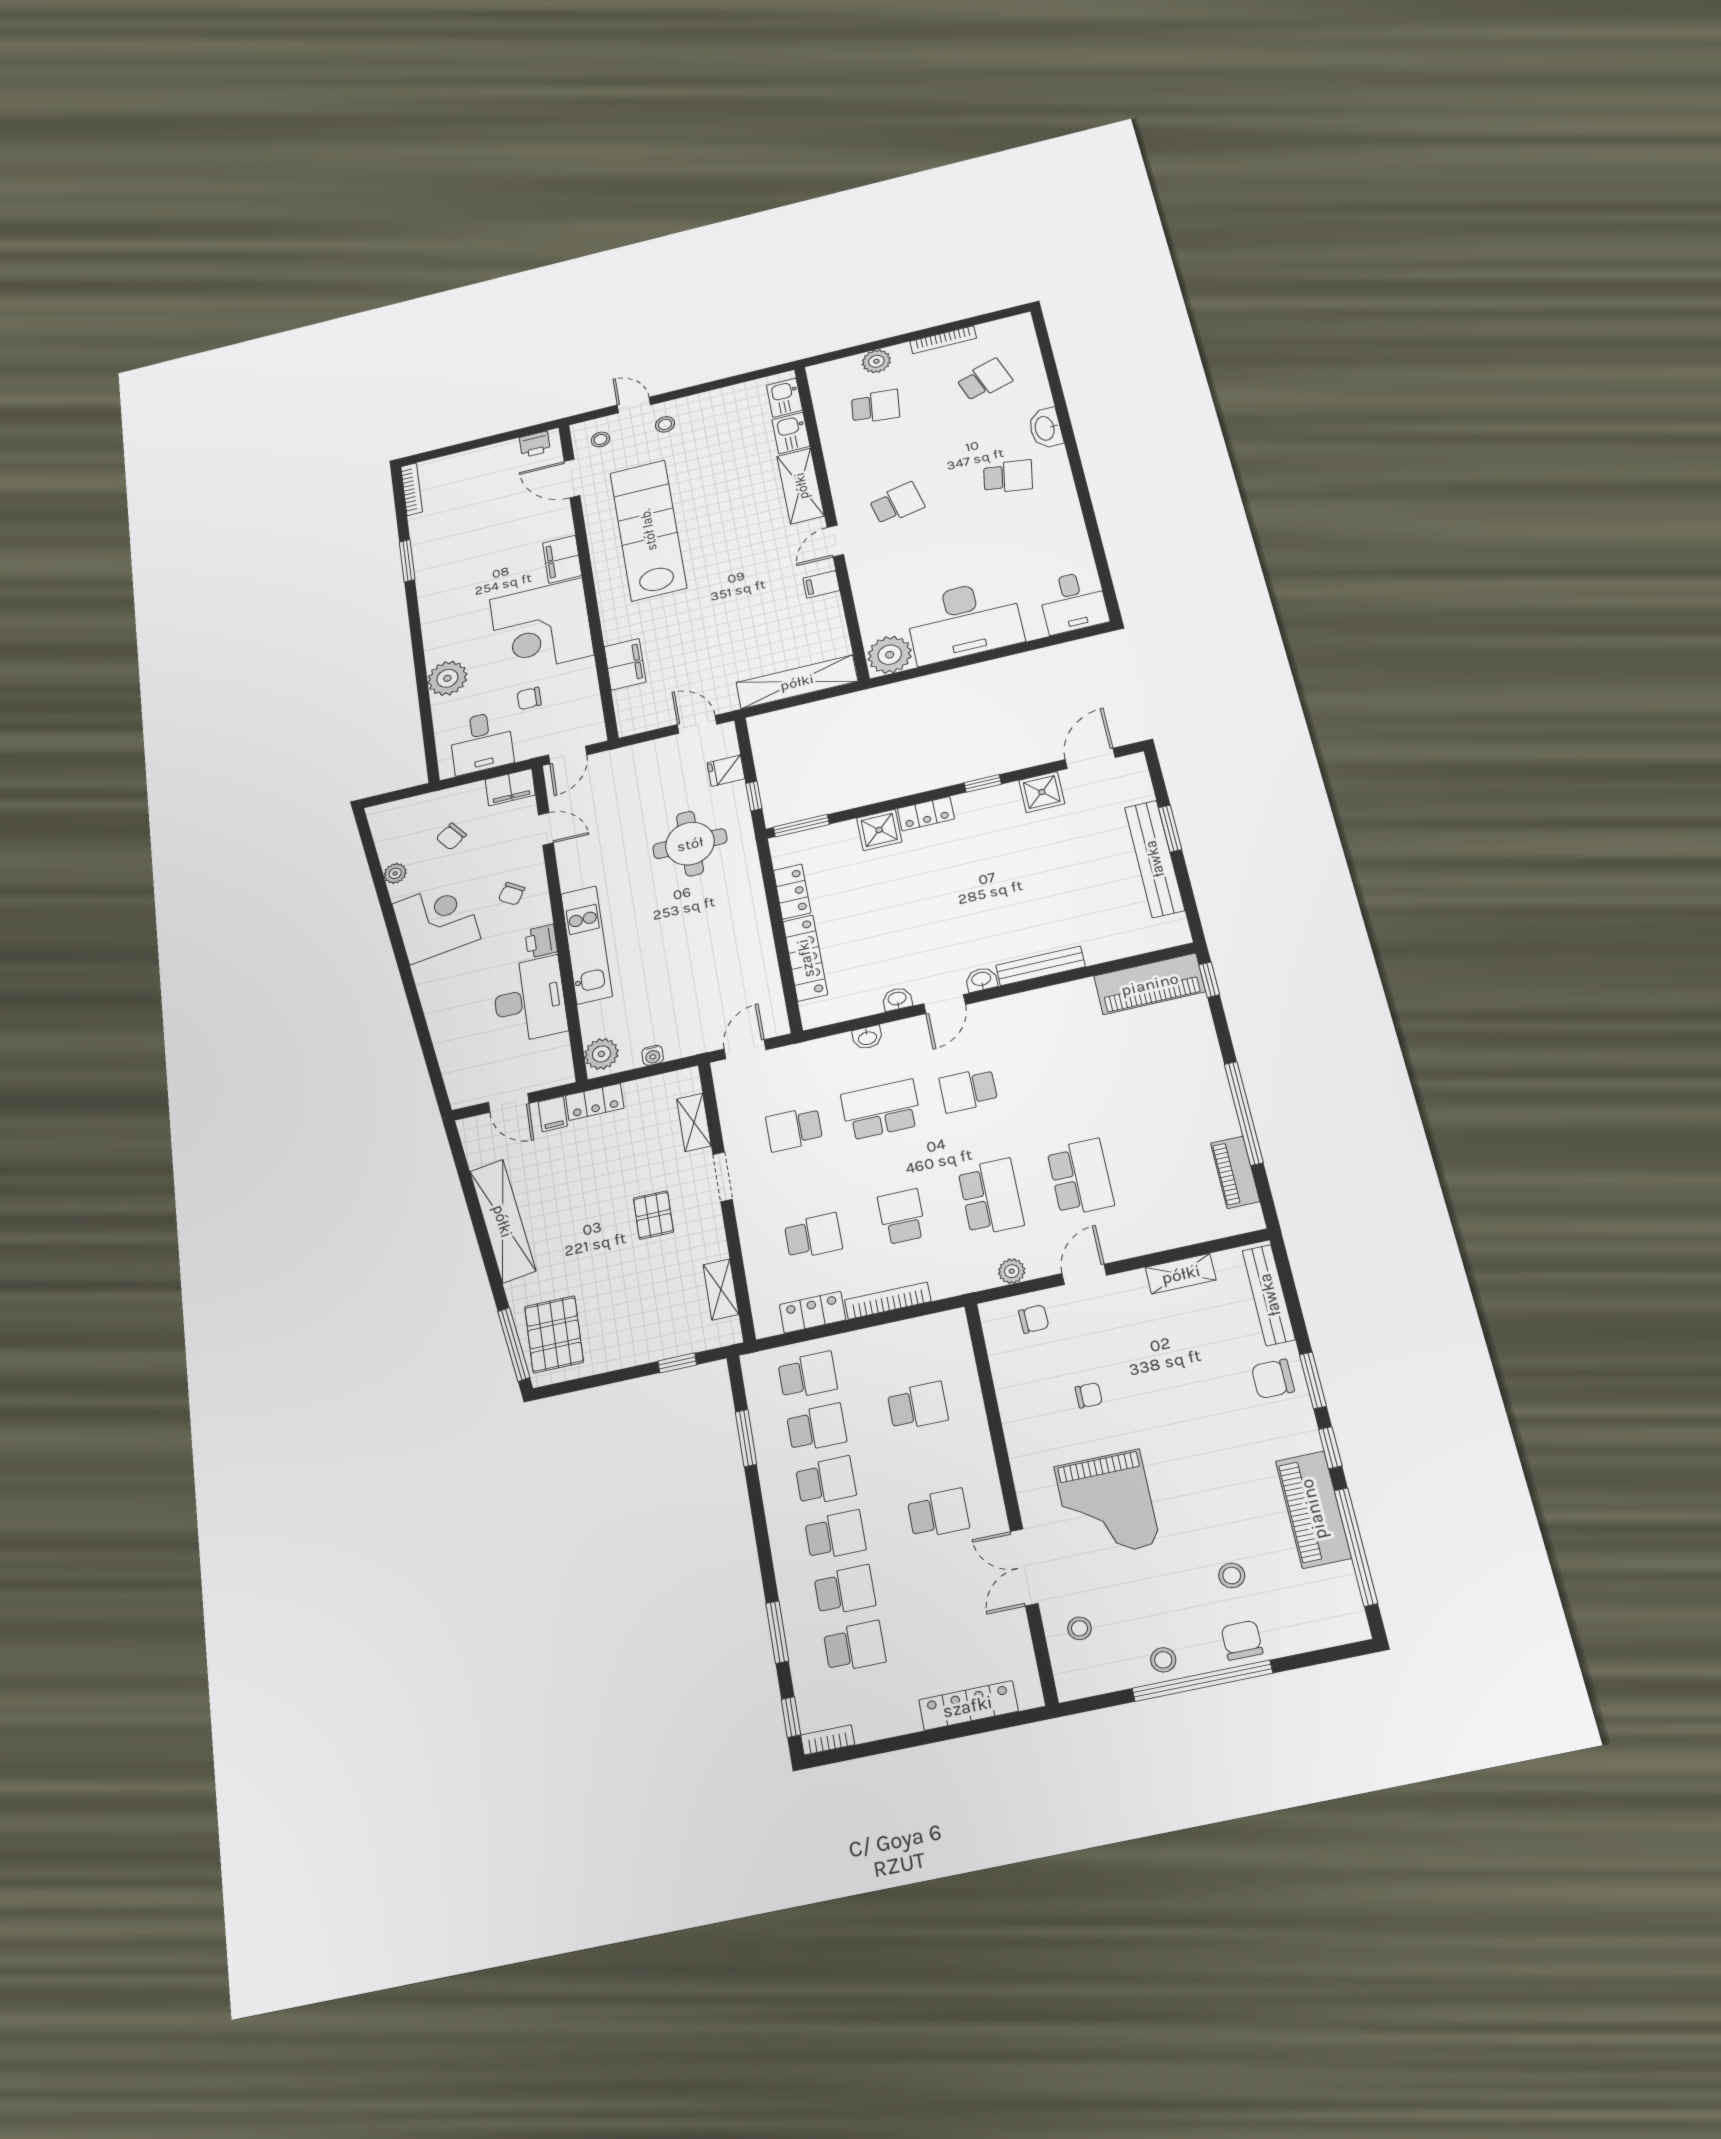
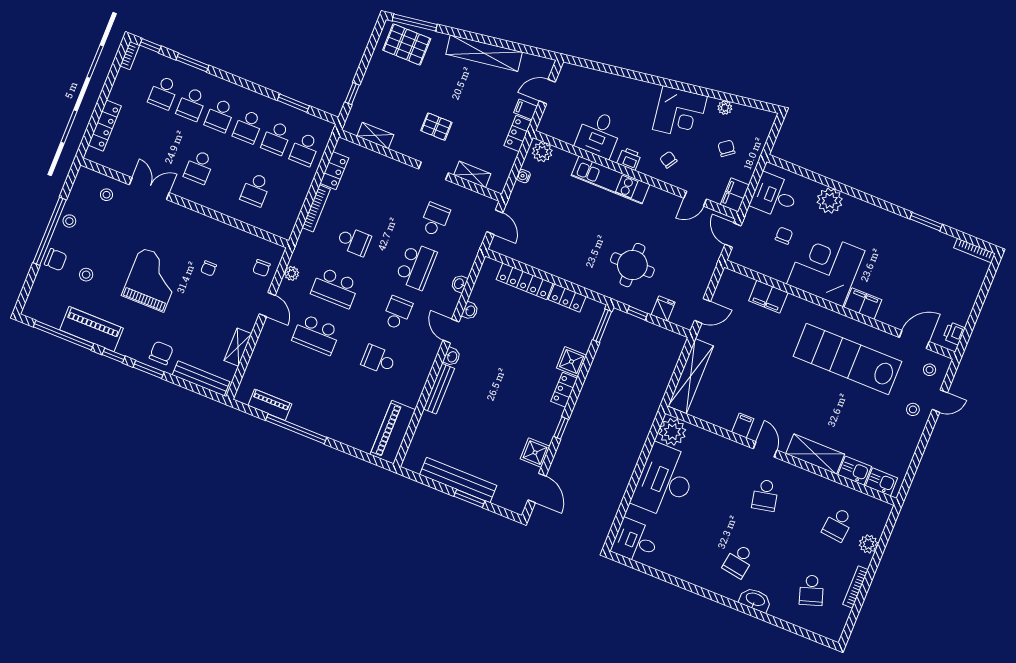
lab bench: (648, 530) -> (847, 359), turned 180
window: (1209, 980) -> (375, 461), removed
desk: (530, 1000) -> (599, 134), width x0.73
school desk: (813, 1236) -> (379, 360), moved, turned 90
grand piano: (1107, 1505) -> (152, 280), moved, turned 90

